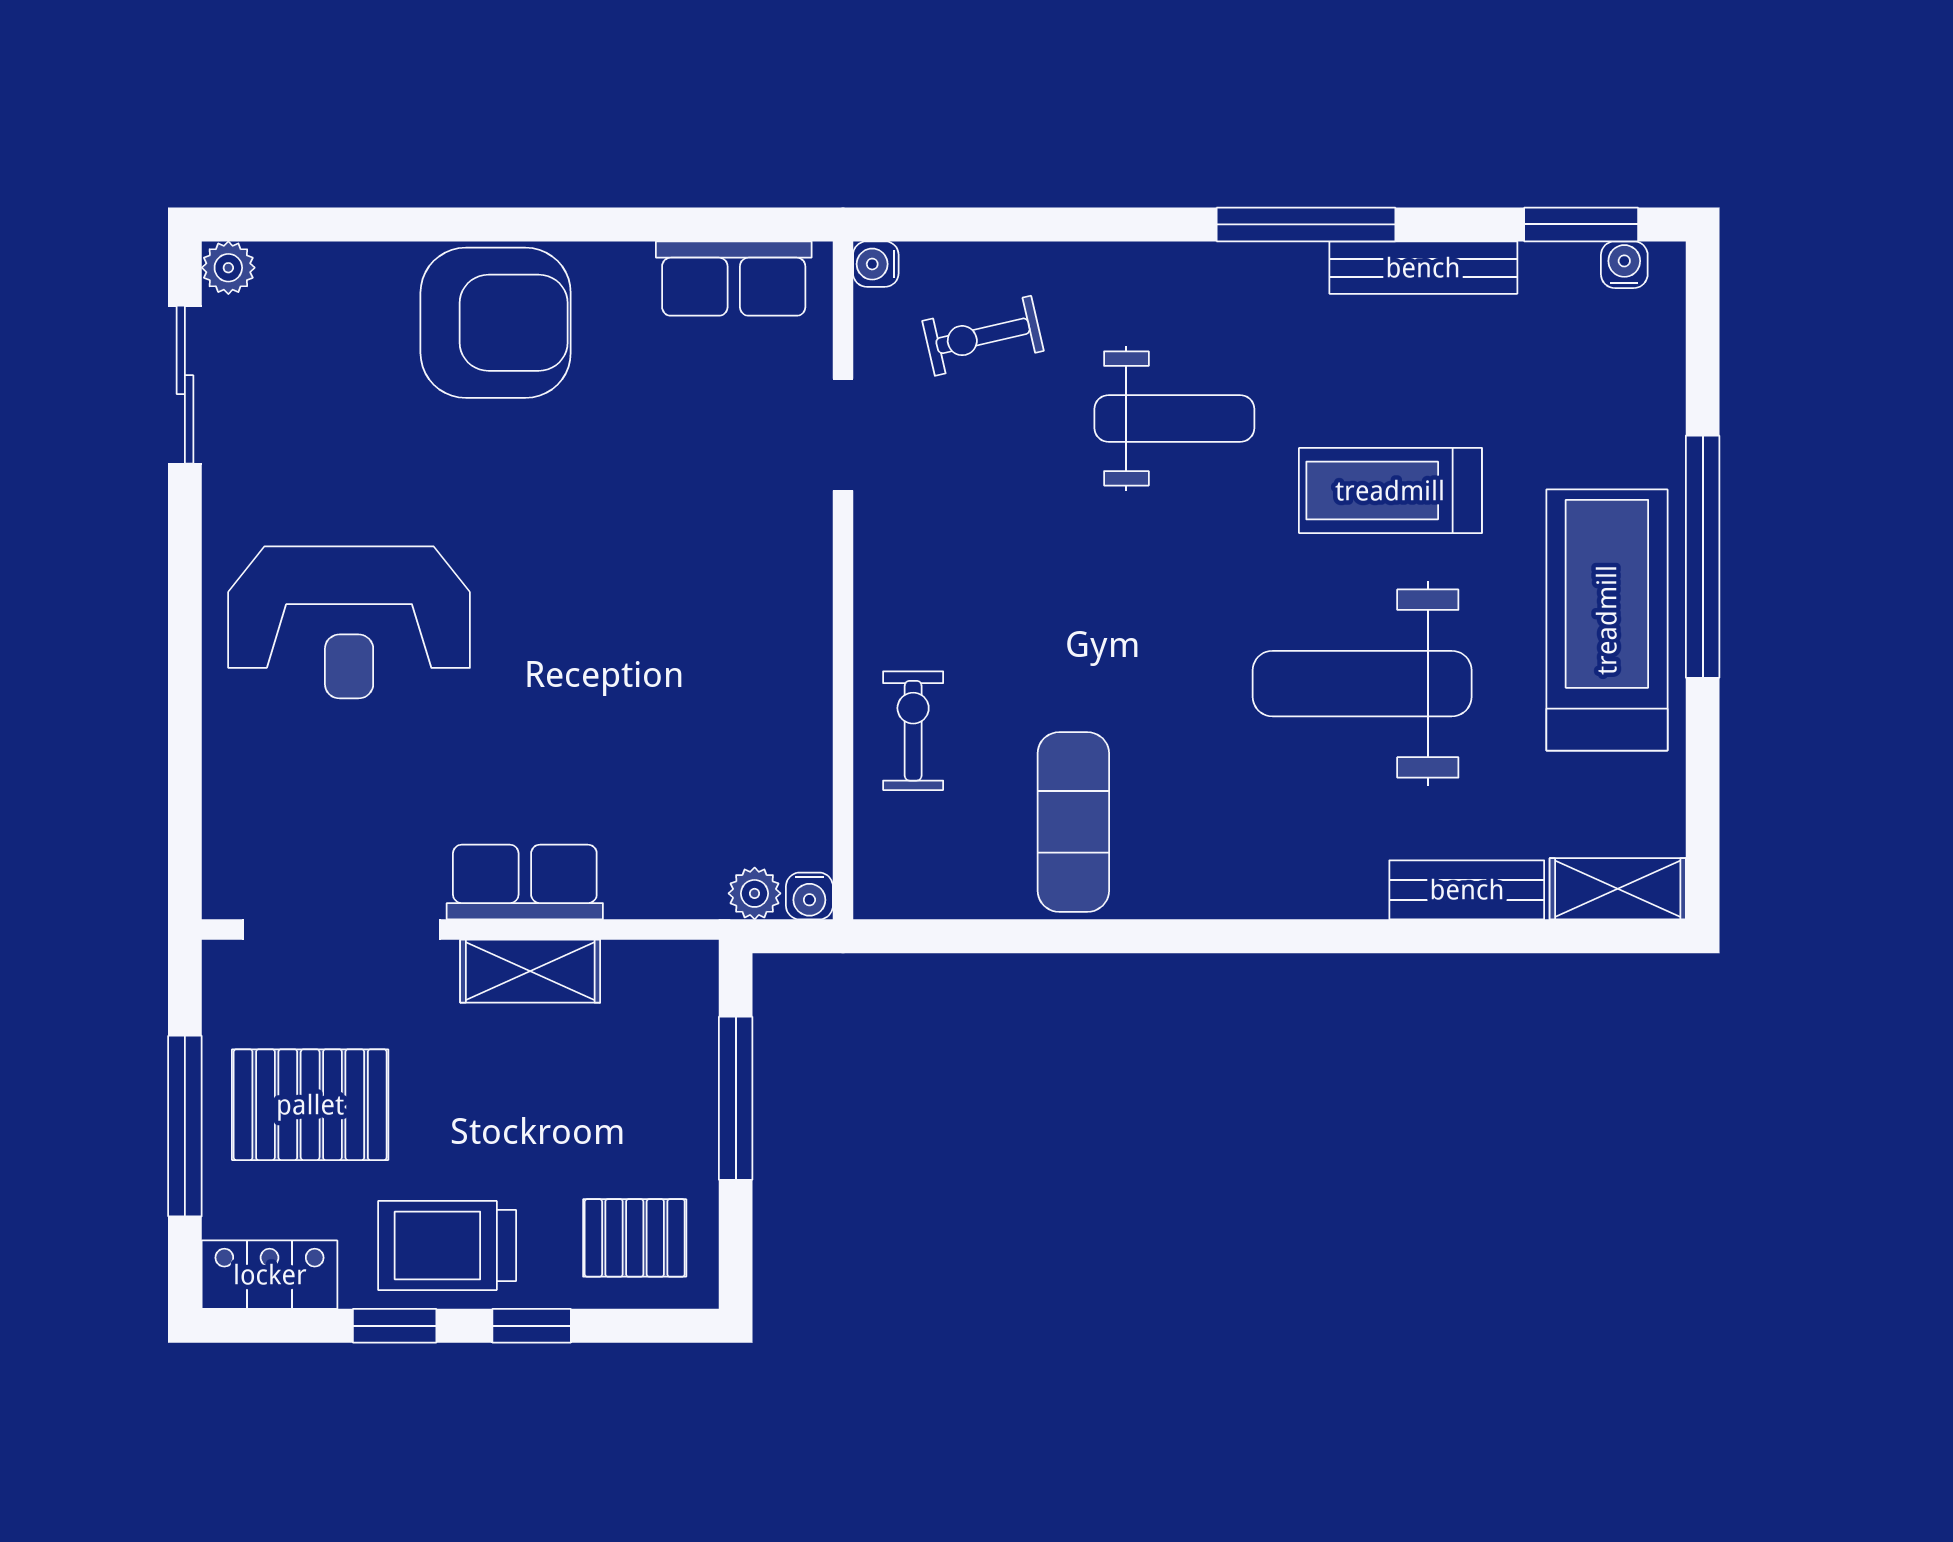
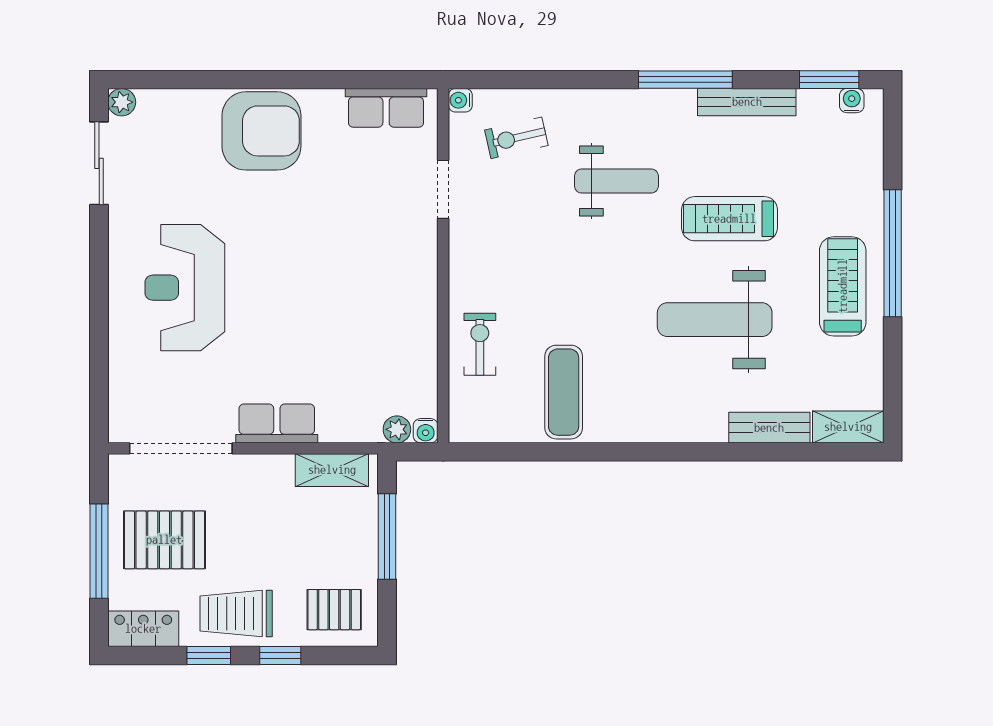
treadmill: (1607, 620) -> (843, 286), width x0.73, depth x0.73
reception desk: (349, 622) -> (185, 288), turned 90
shelving: (530, 971) -> (332, 470), moved

